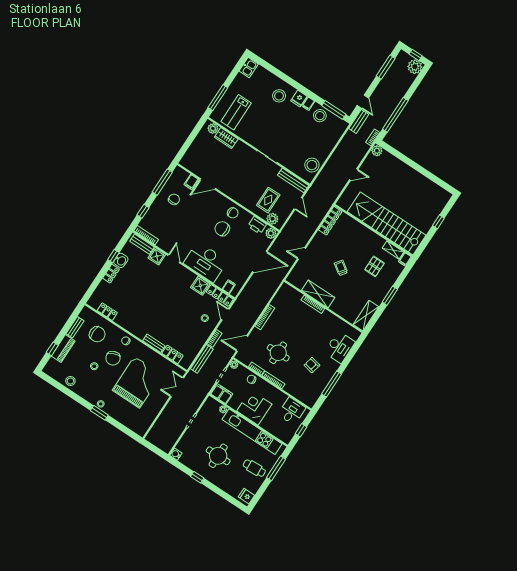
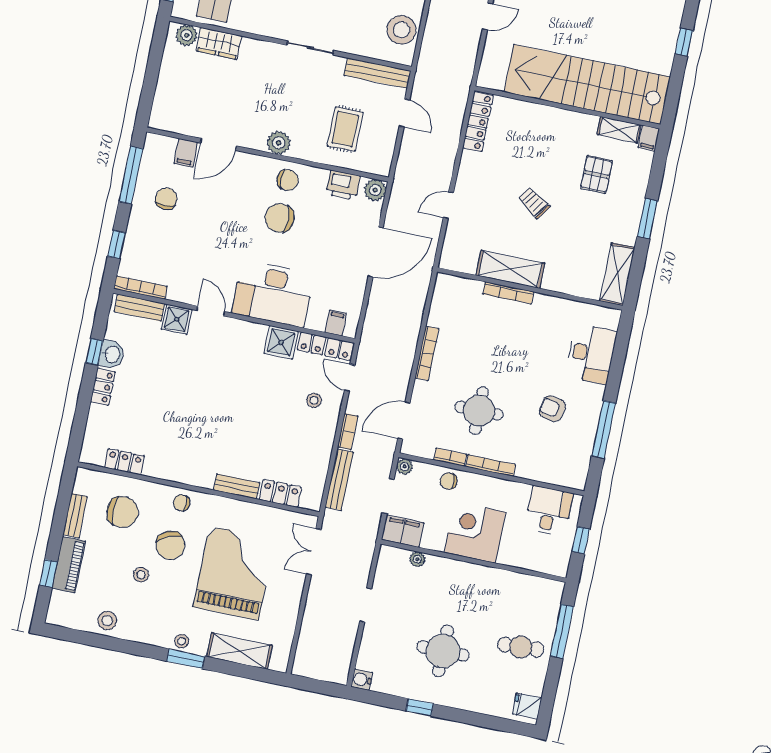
plant: (272, 219) -> (279, 143), moved
shelving: (125, 419) -> (239, 651), added
kitchen unit: (252, 432) -> (489, 580), removed

